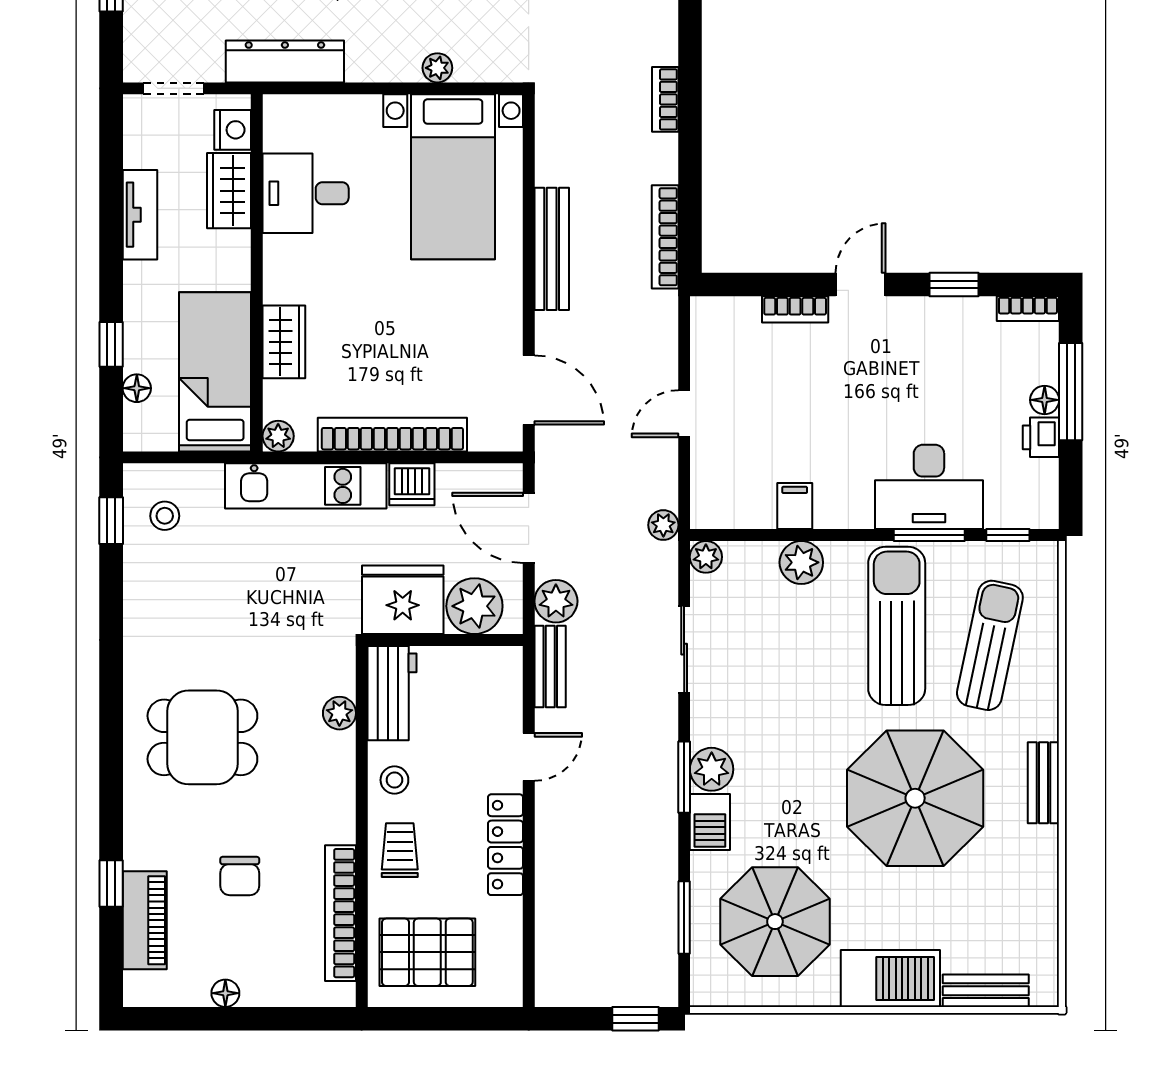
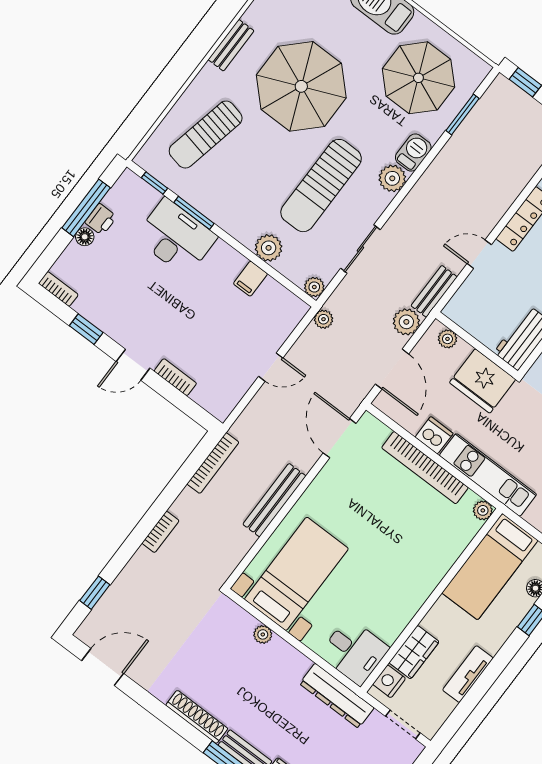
desk: (306, 193) -> (354, 651), moved
wardrobe: (284, 342) -> (444, 555), removed
window: (1071, 392) -> (86, 208), moved
plant: (474, 606) -> (447, 339), width x0.53, depth x0.53
sun lounger: (897, 626) -> (321, 186), moved
window: (684, 777) -> (409, 185), removed

